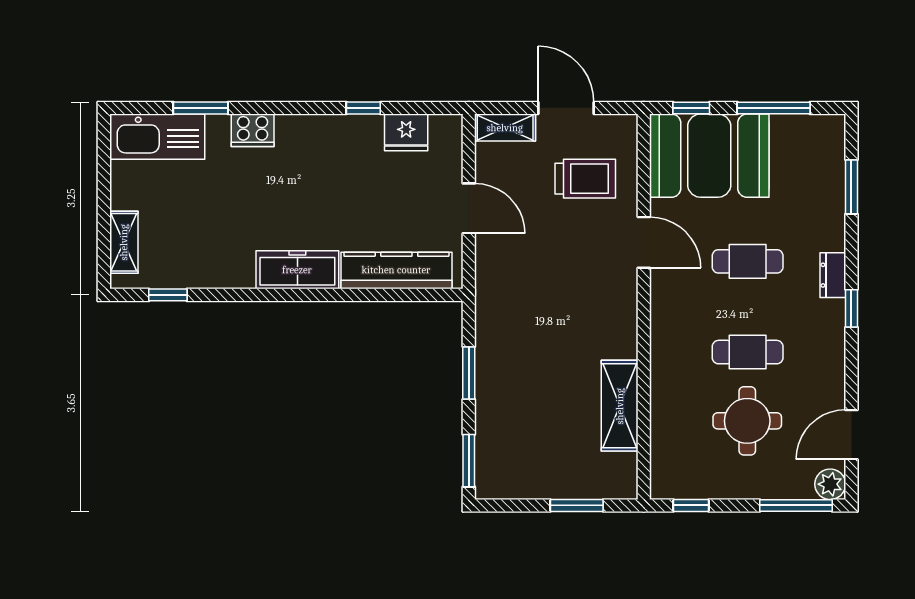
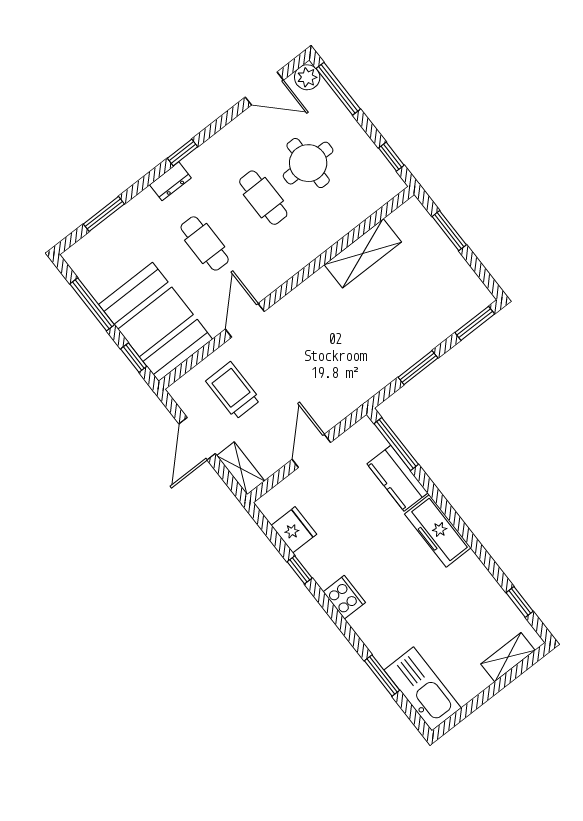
cooker: (253, 130) -> (344, 597), moved
kitchen counter: (396, 270) -> (398, 478), width x0.67
window: (412, 295) -> (396, 444), added

